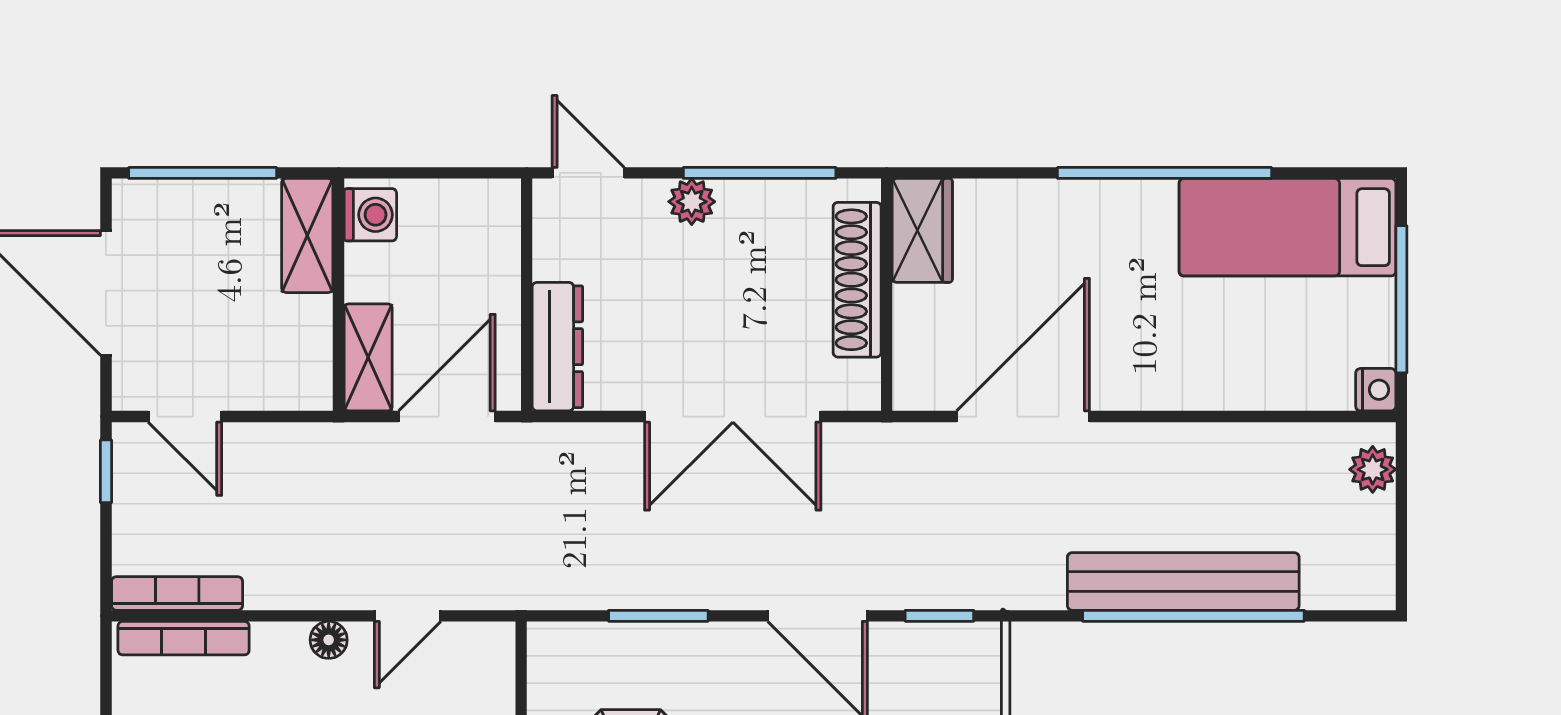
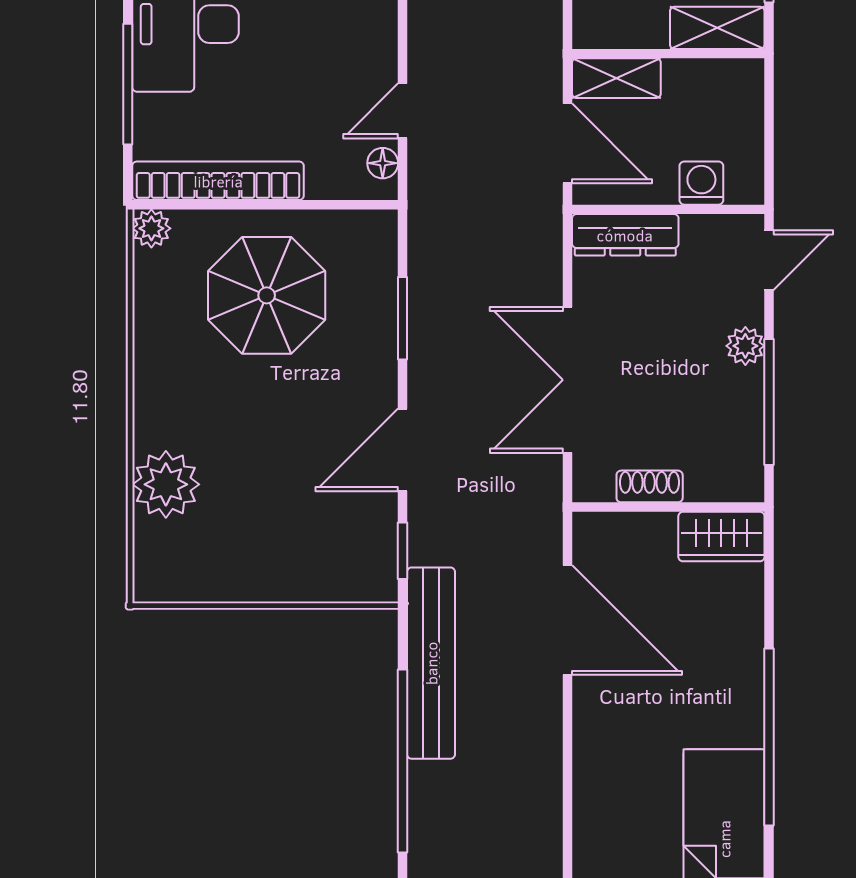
washing machine: (370, 215) -> (701, 183), moved, turned 180
shoe rack: (857, 280) -> (650, 486), width x0.51, depth x0.81
bench: (1183, 581) -> (431, 663), moved
door: (408, 616) -> (403, 111), hinge flipped
floor lamp: (329, 640) -> (383, 163), moved

